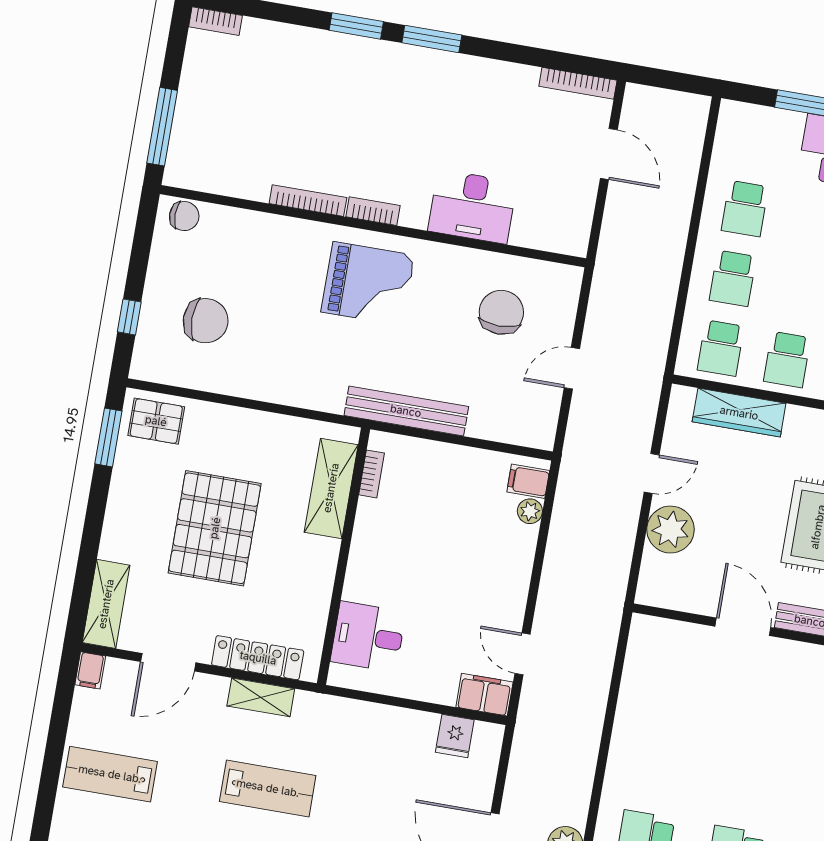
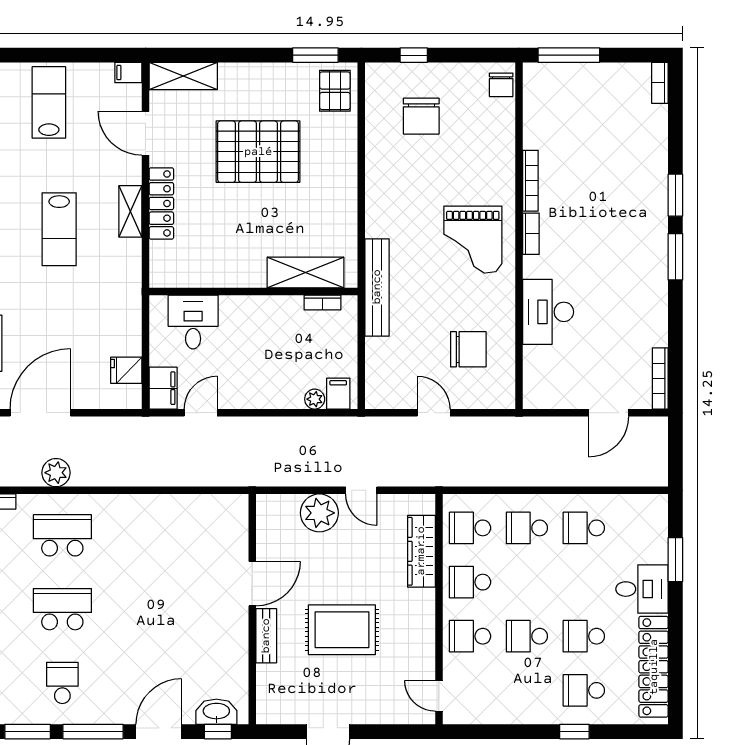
bookcase: (372, 474) -> (322, 302), moved
shelving: (331, 488) -> (305, 272), moved
wall: (343, 556) -> (253, 292), moved
desk: (368, 637) -> (193, 322), moved

